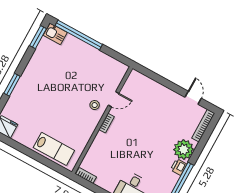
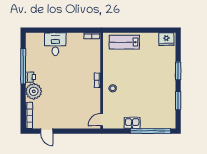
kitchen sink: (55, 34) -> (132, 123), moved
window: (38, 37) -> (178, 101), moved
door: (114, 99) -> (102, 120), moved

